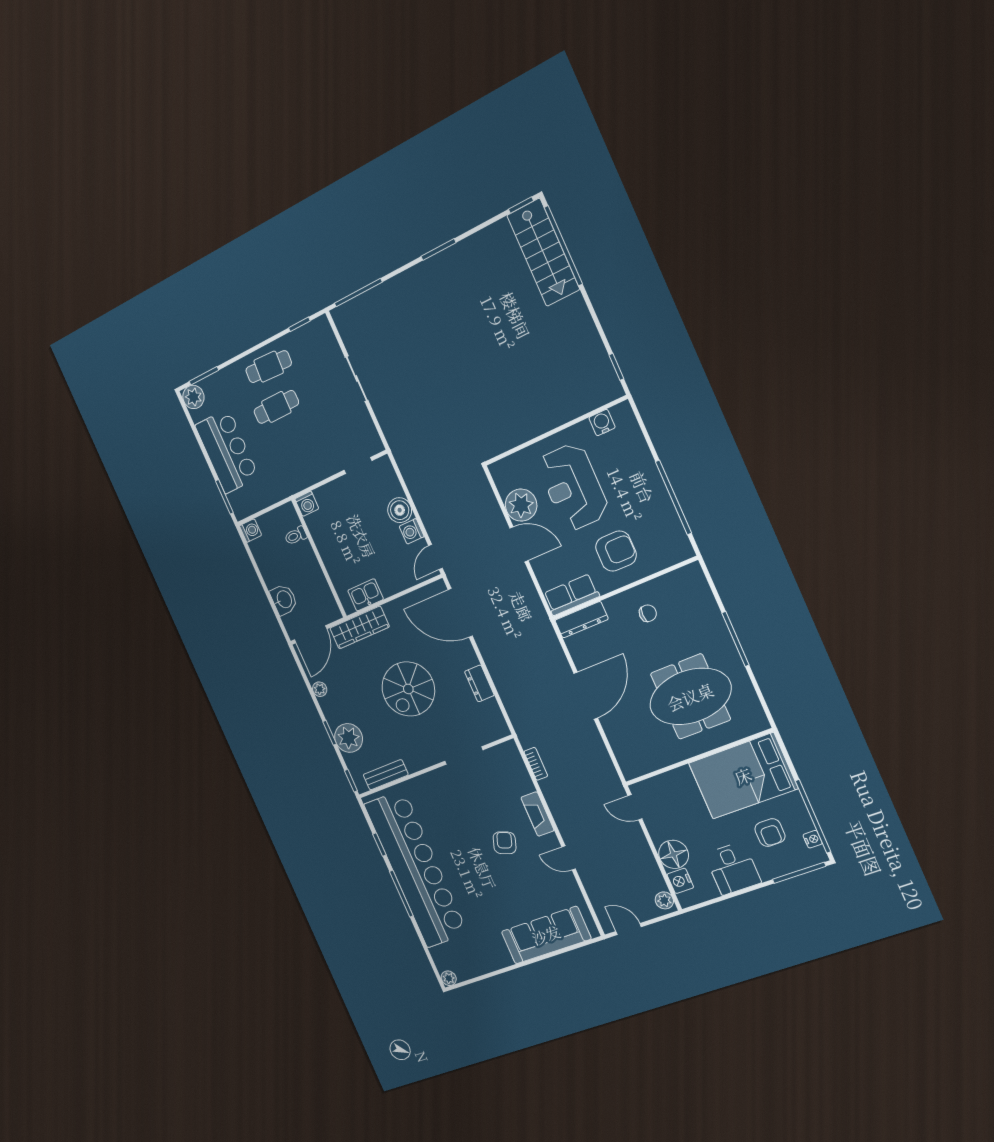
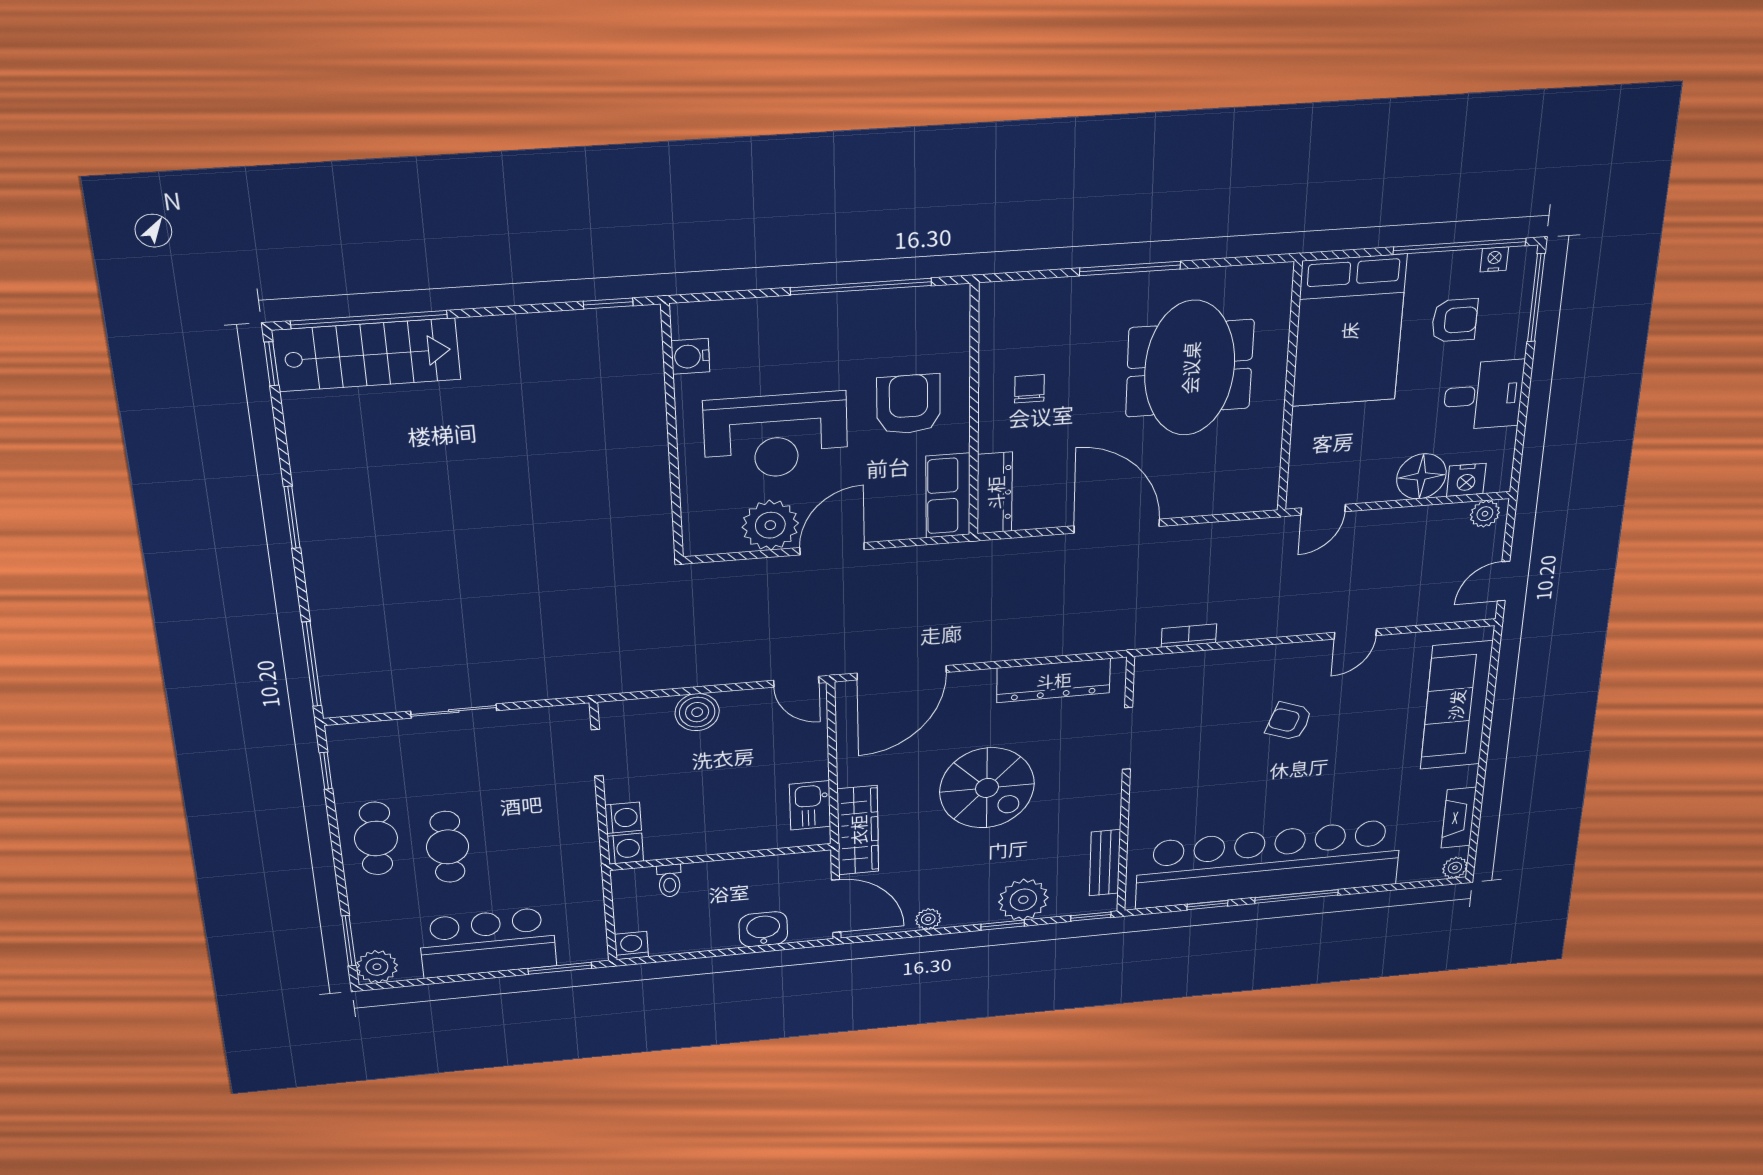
washing machine: (412, 531) -> (623, 818), moved, turned -90
dresser: (479, 683) -> (1054, 680), width x1.96, depth x1.24
fireplace: (537, 814) -> (1459, 818), moved, turned 90

